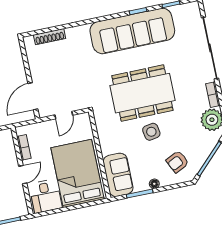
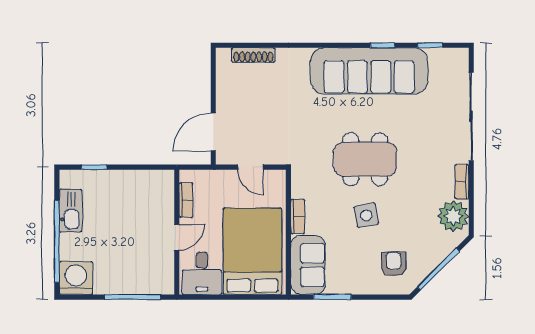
dining table: (142, 93) -> (365, 159), width x0.73, depth x0.80
door: (64, 115) -> (250, 167), hinge flipped
bookcase: (104, 143) -> (298, 216), added
armchair: (177, 162) -> (394, 264), turned 116
floor lamp: (154, 184) -> (355, 288), removed

